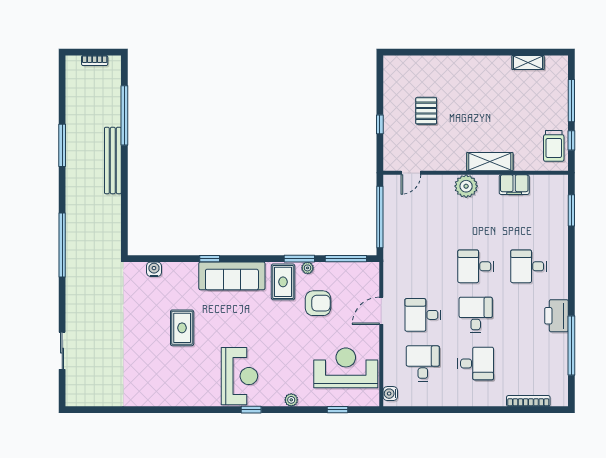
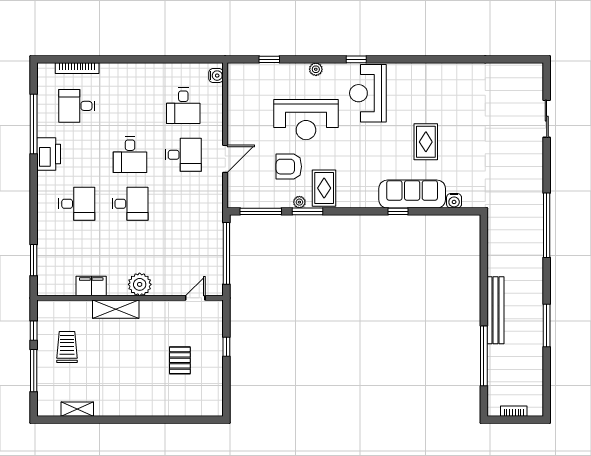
trolley: (554, 146) -> (67, 347), moved
sofa: (232, 276) -> (412, 194), moved
desk: (476, 363) -> (77, 106), moved
reception desk: (346, 368) -> (306, 120), moved

